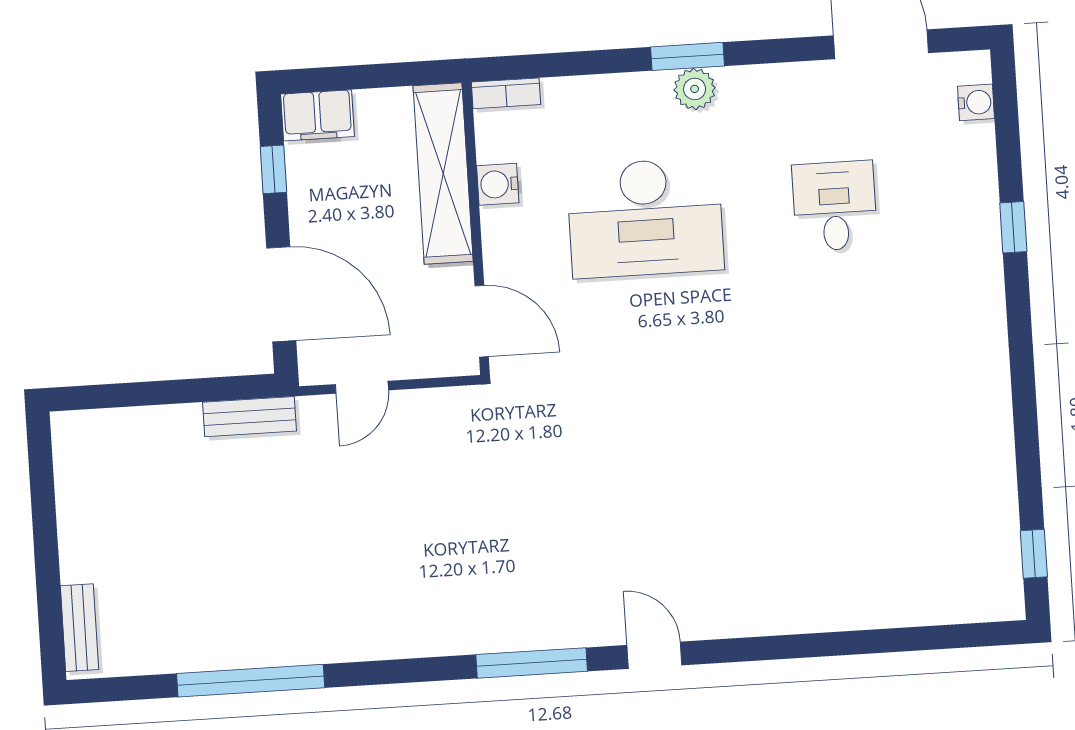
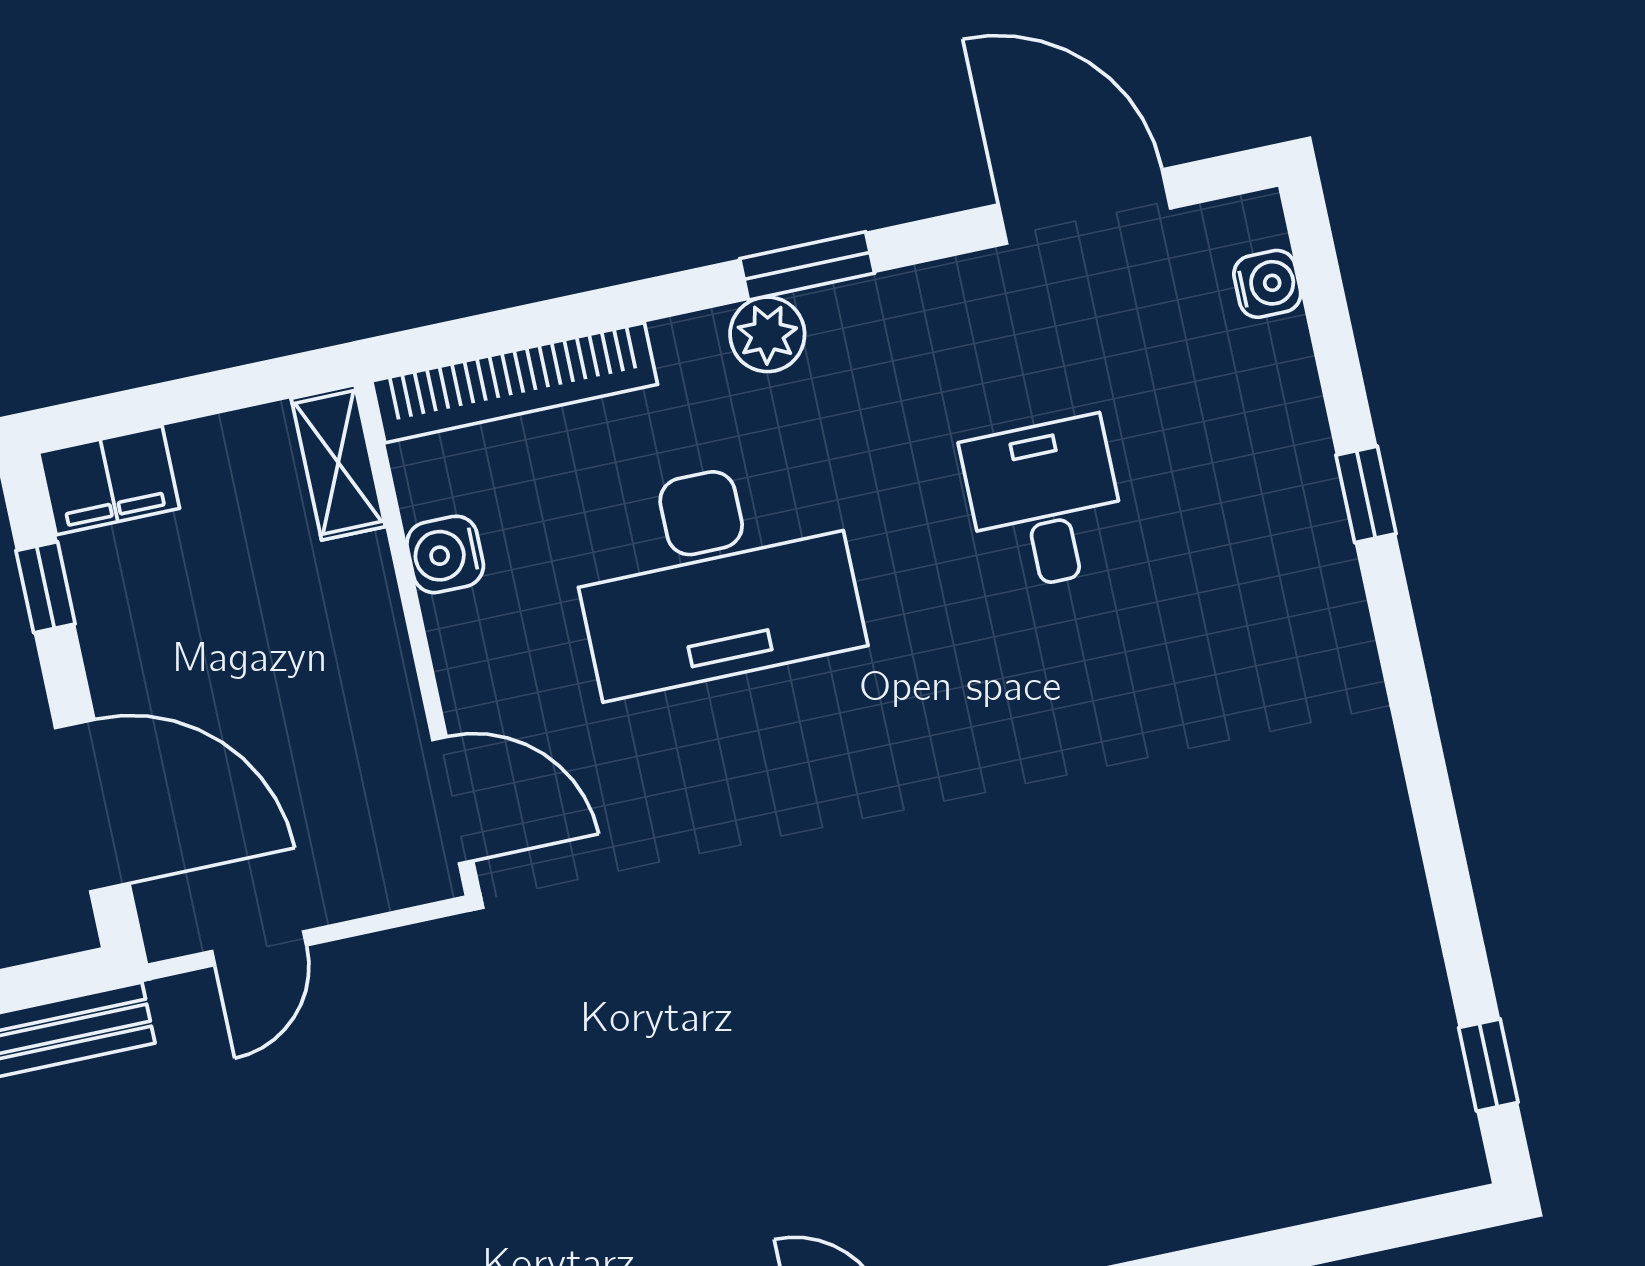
window: (688, 56) -> (807, 266), moved
bookcase: (506, 93) -> (515, 383), width x2.31, depth x1.31
shelving: (443, 173) -> (338, 462), width x0.45, depth x0.75

